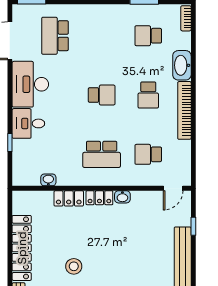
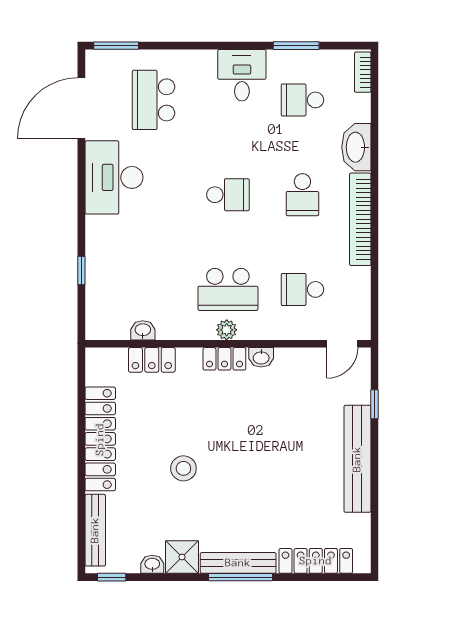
desk: (28, 123) -> (242, 75), moved, turned 90
plant: (101, 180) -> (227, 330), added
locker: (69, 198) -> (152, 360), moved

